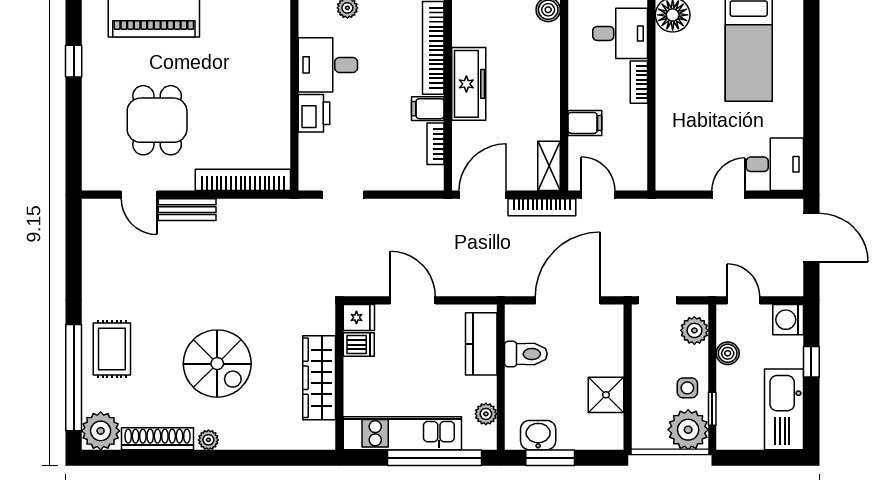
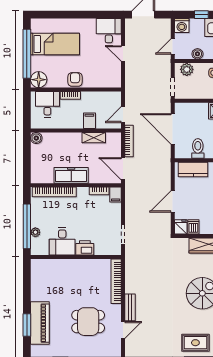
armchair: (673, 92) -> (75, 79), added
filing cabinet: (428, 109) -> (116, 195), moved
shelving: (549, 166) -> (94, 138), moved

